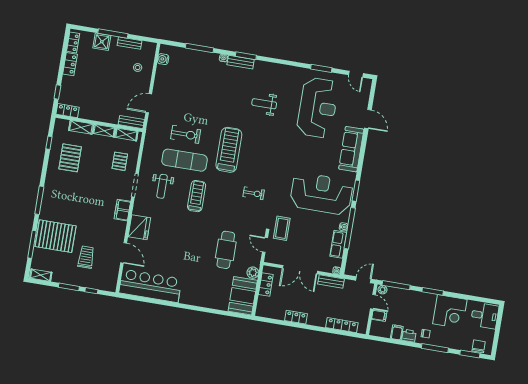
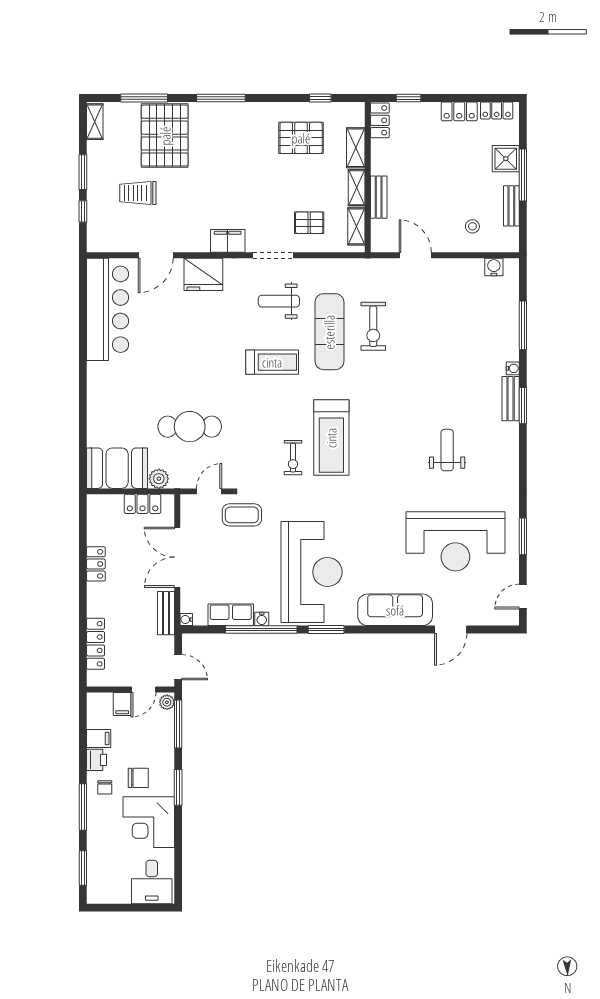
bench: (131, 122) -> (379, 197), moved
treadmill: (229, 150) -> (331, 438), moved, turned 90
trolley: (86, 257) -> (138, 193), turned 180
chair: (479, 346) -> (138, 778), moved

